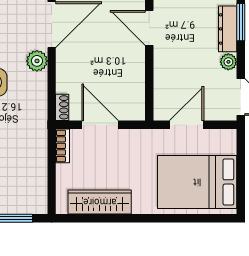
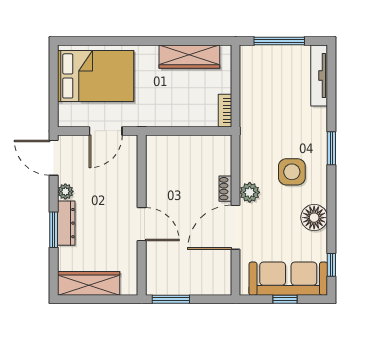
shoe rack: (62, 107) -> (225, 189), moved
door: (100, 125) -> (189, 131), removed

